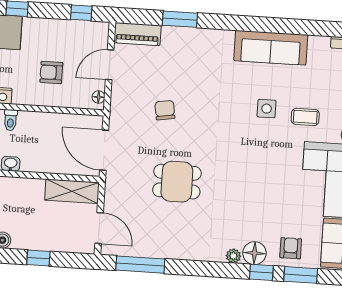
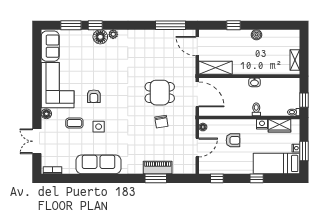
piano: (137, 34) -> (158, 167), moved
dining table: (177, 182) -> (160, 93), moved
armchair: (291, 248) -> (94, 96), moved

